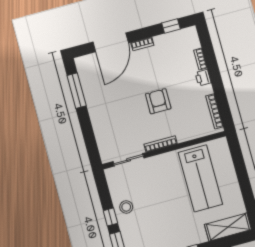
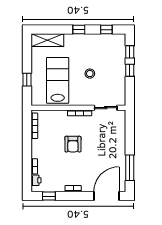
door: (111, 42) -> (107, 196), moved
printer: (203, 78) -> (36, 180), moved
window: (240, 168) -> (27, 80), added
stool: (126, 207) -> (90, 74), moved

